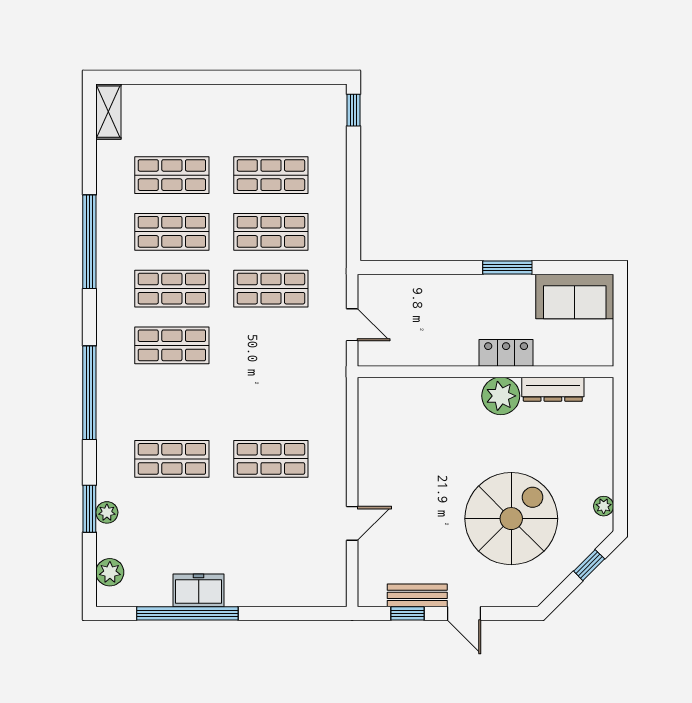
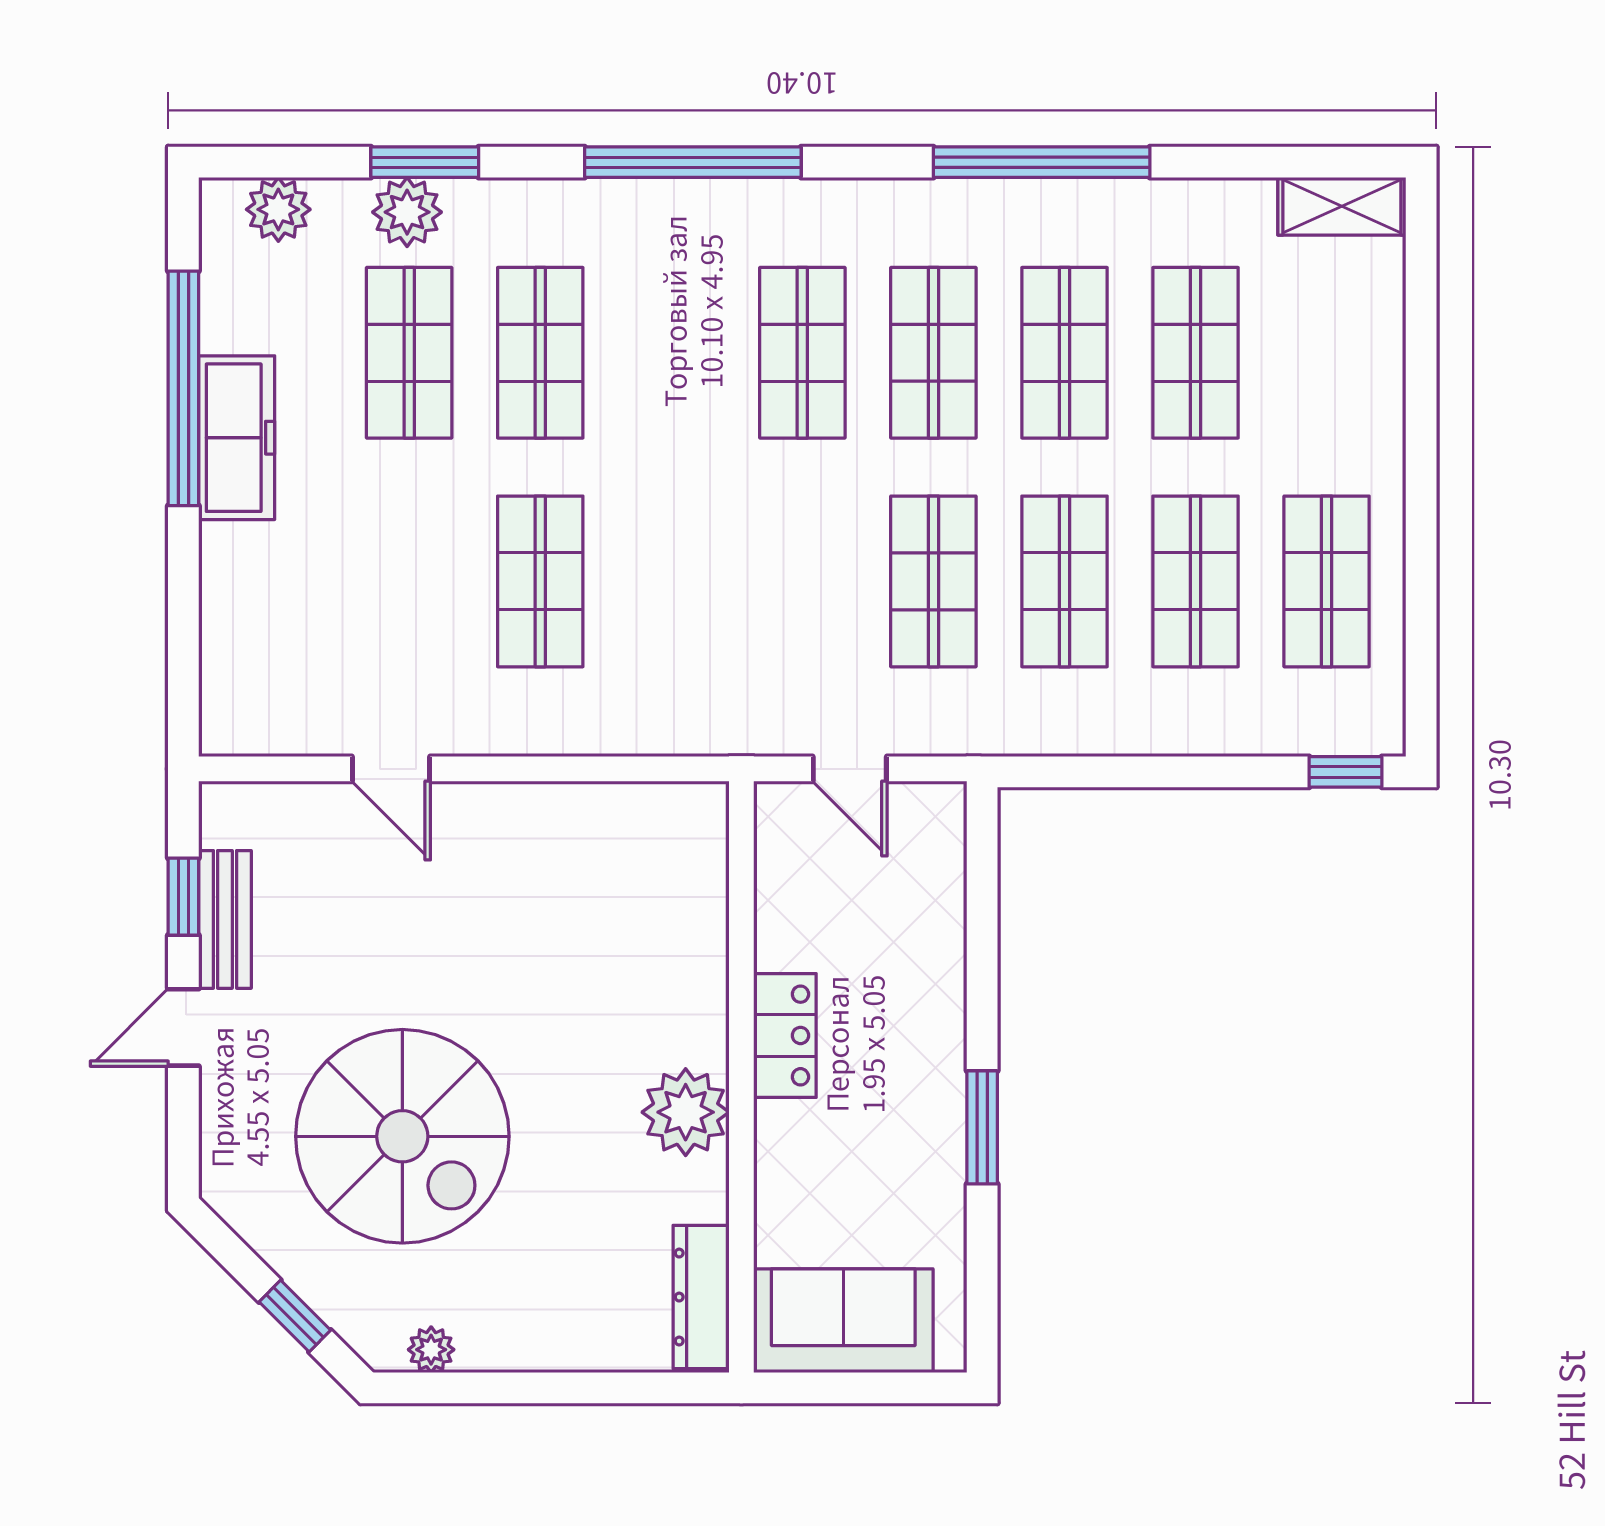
shop shelf: (271, 118) -> (1327, 581), added
sofa: (575, 296) -> (843, 1321), moved, turned 90
door: (352, 325) -> (850, 769), hinge flipped
locker: (506, 353) -> (785, 1035), moved
dresser: (553, 389) -> (701, 1297), moved
plant: (107, 512) -> (407, 212), width x1.38, depth x1.38
shop shelf: (172, 516) -> (409, 353), added
freezer: (199, 590) -> (237, 438), width x1.40

